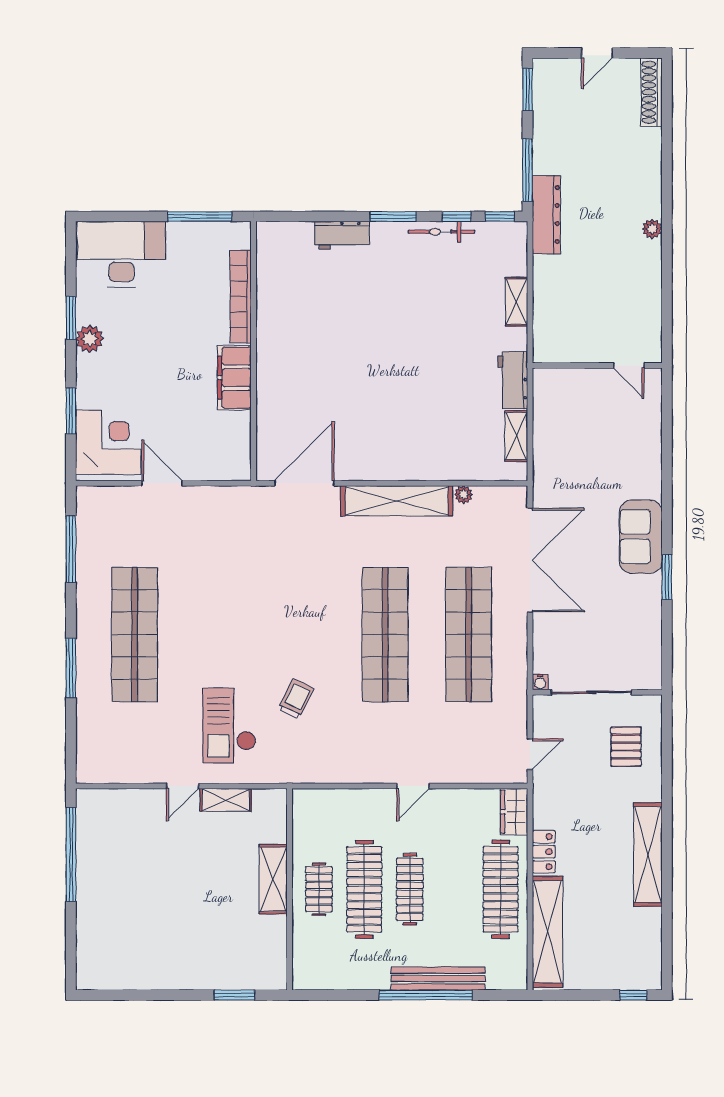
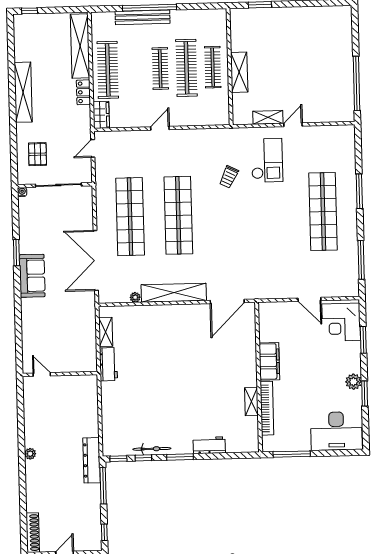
window: (528, 90) -> (104, 532), width x0.67
shelving: (516, 302) -> (251, 402), moved
water cooler: (540, 682) -> (22, 192), moved
clothes rail: (319, 889) -> (213, 67), width x1.36

